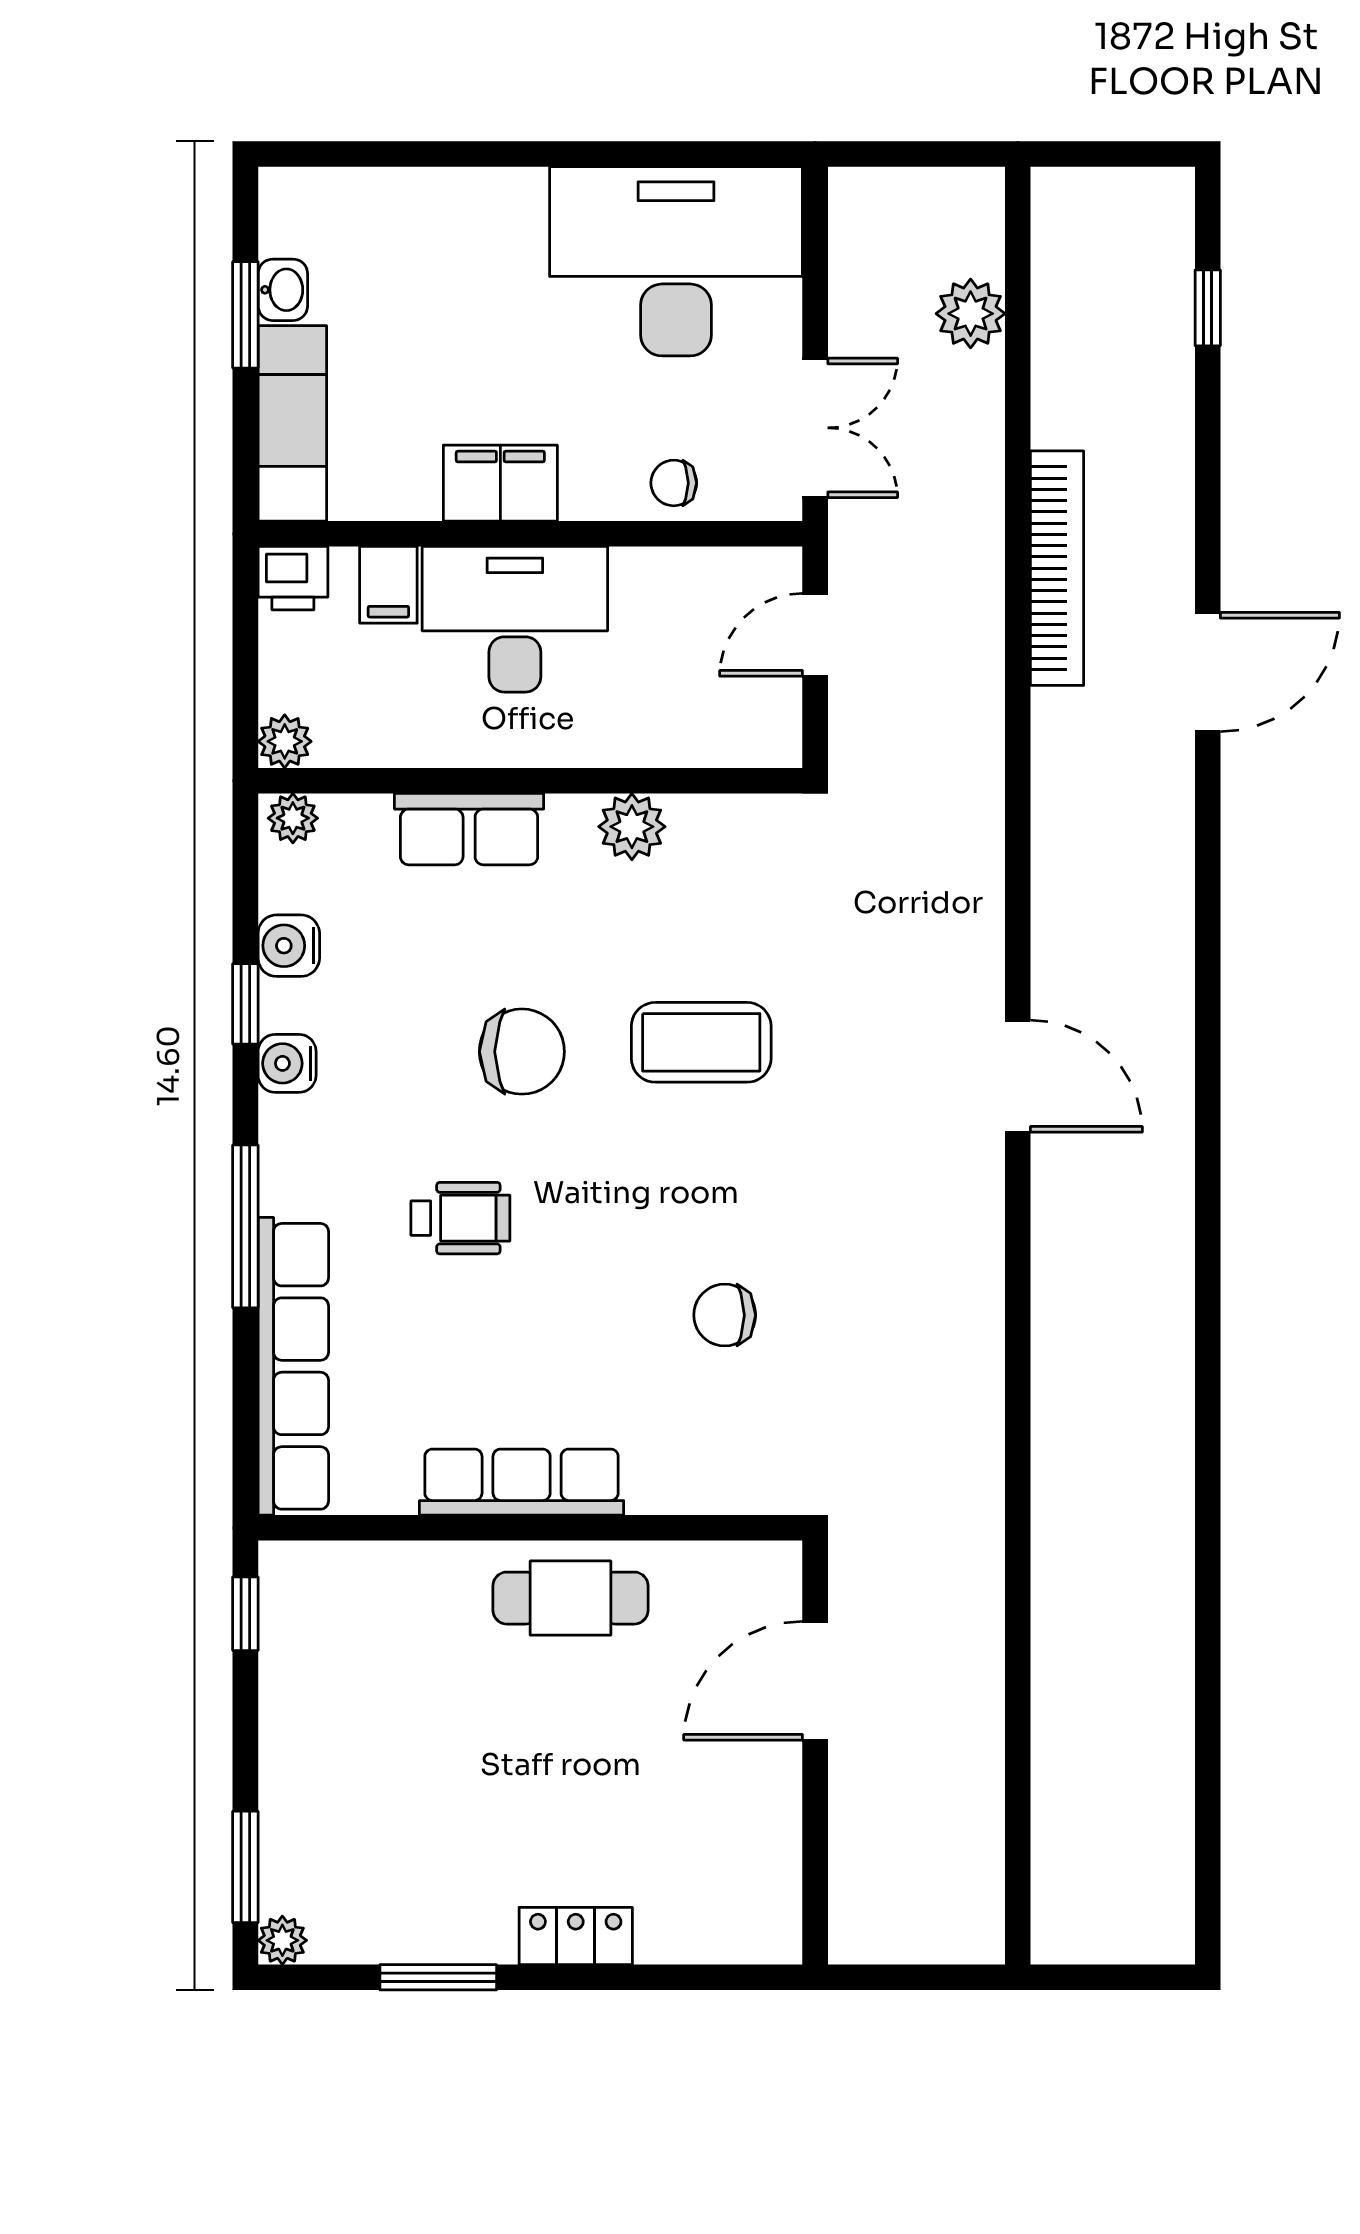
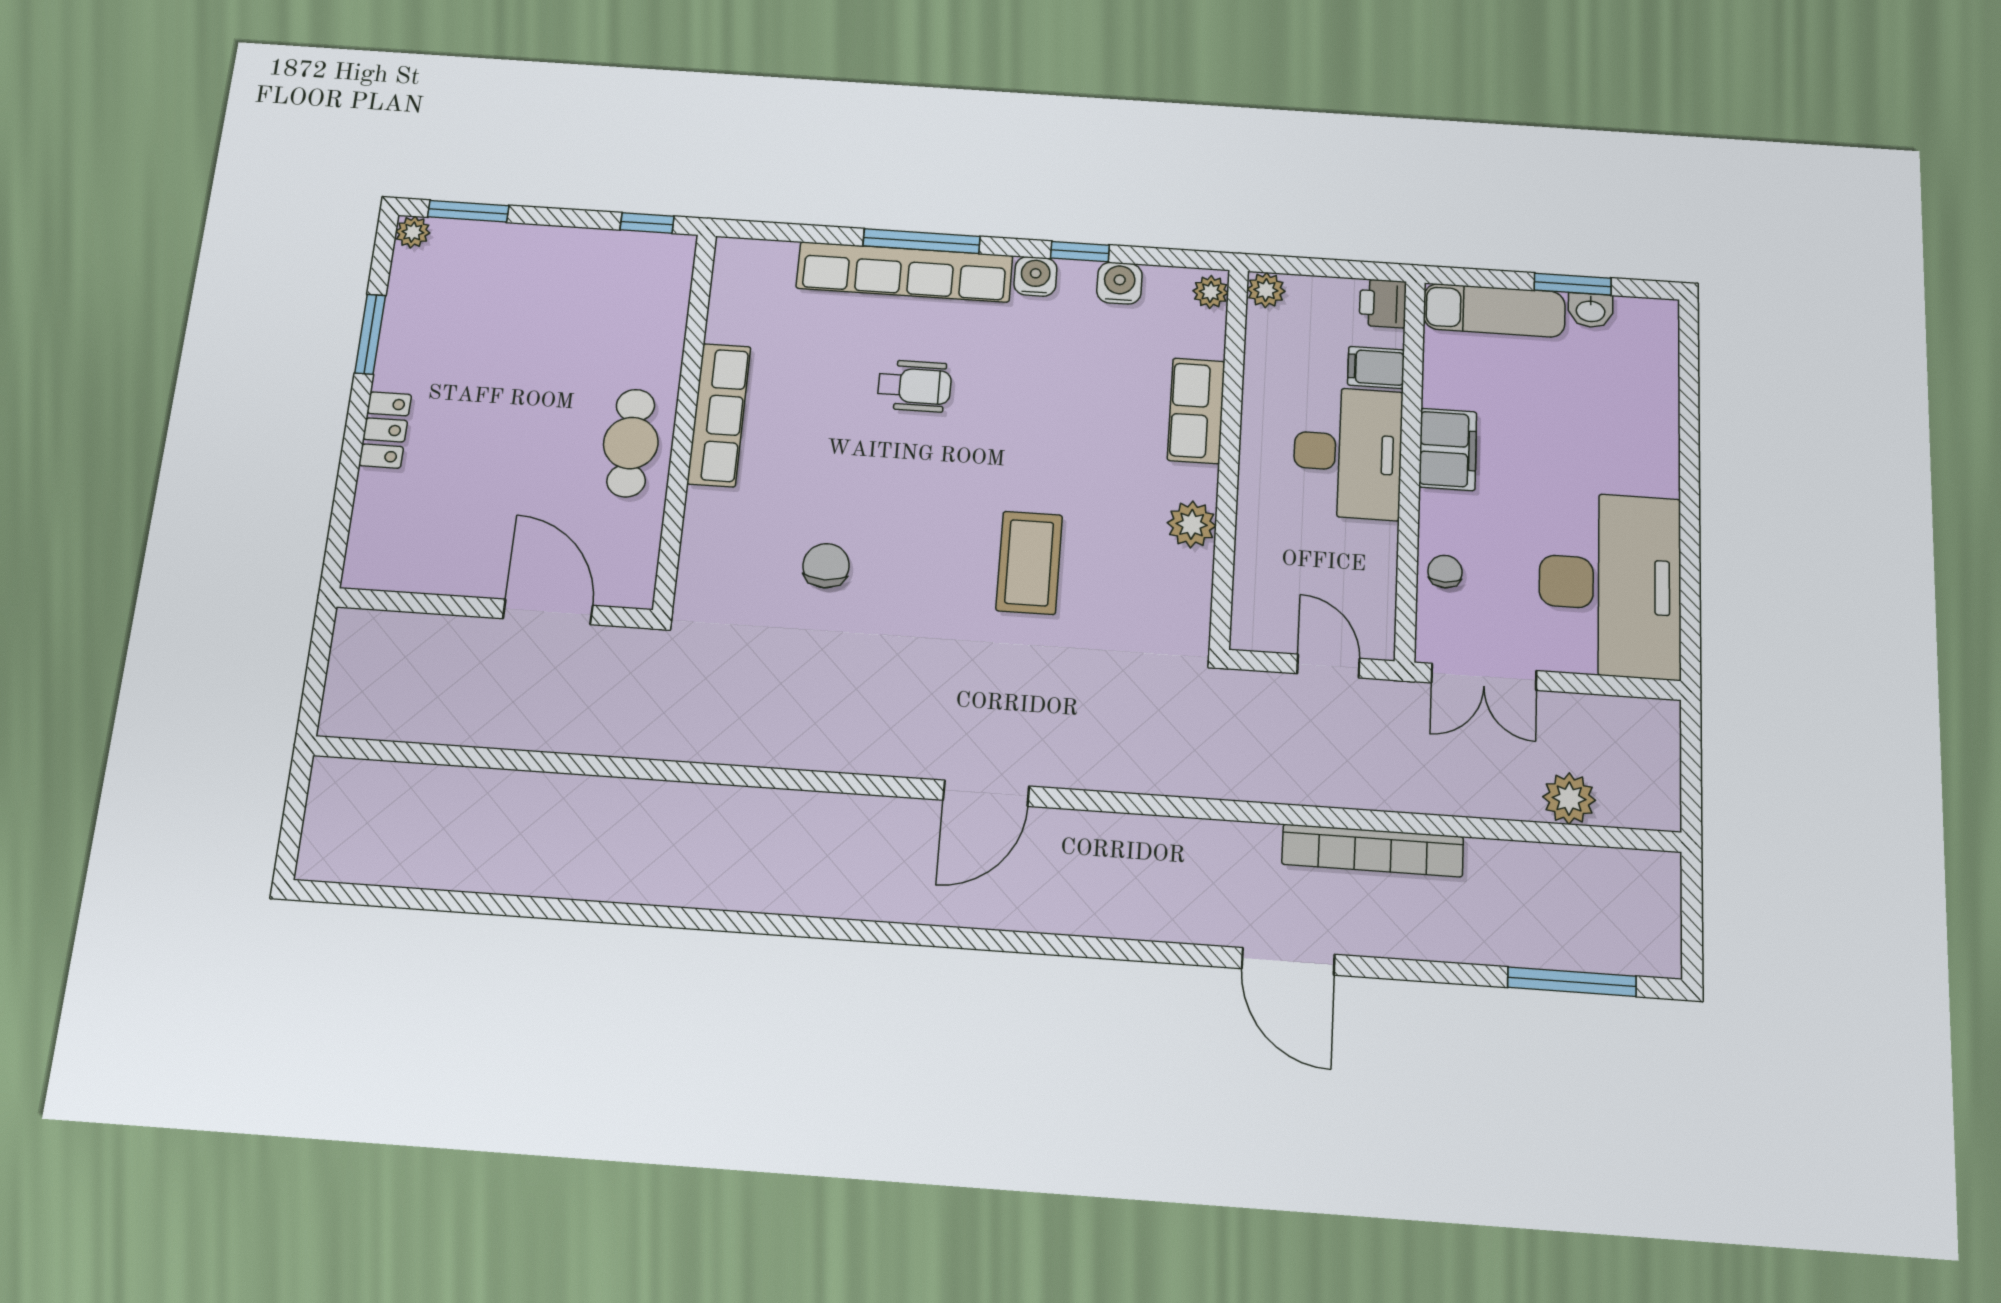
window: (1208, 308) -> (1572, 982), width x2.17
chair: (522, 1052) -> (1032, 436), removed
wheelchair: (460, 1218) -> (914, 386), turned -90
row of seats: (293, 1366) -> (904, 272), moved

